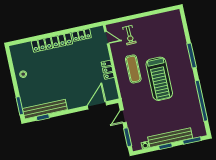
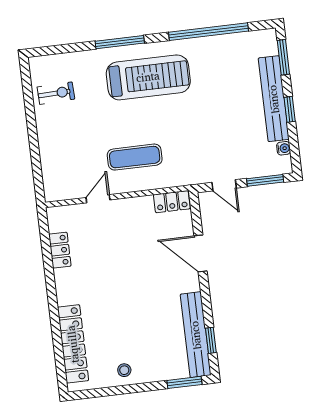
exercise bike: (129, 35) -> (56, 93), moved
door: (107, 38) -> (98, 199), moved
locker: (52, 43) -> (73, 344), moved
locker: (108, 70) -> (172, 202), moved
treadmill: (159, 79) -> (148, 77), moved
door: (97, 105) -> (201, 253), moved

